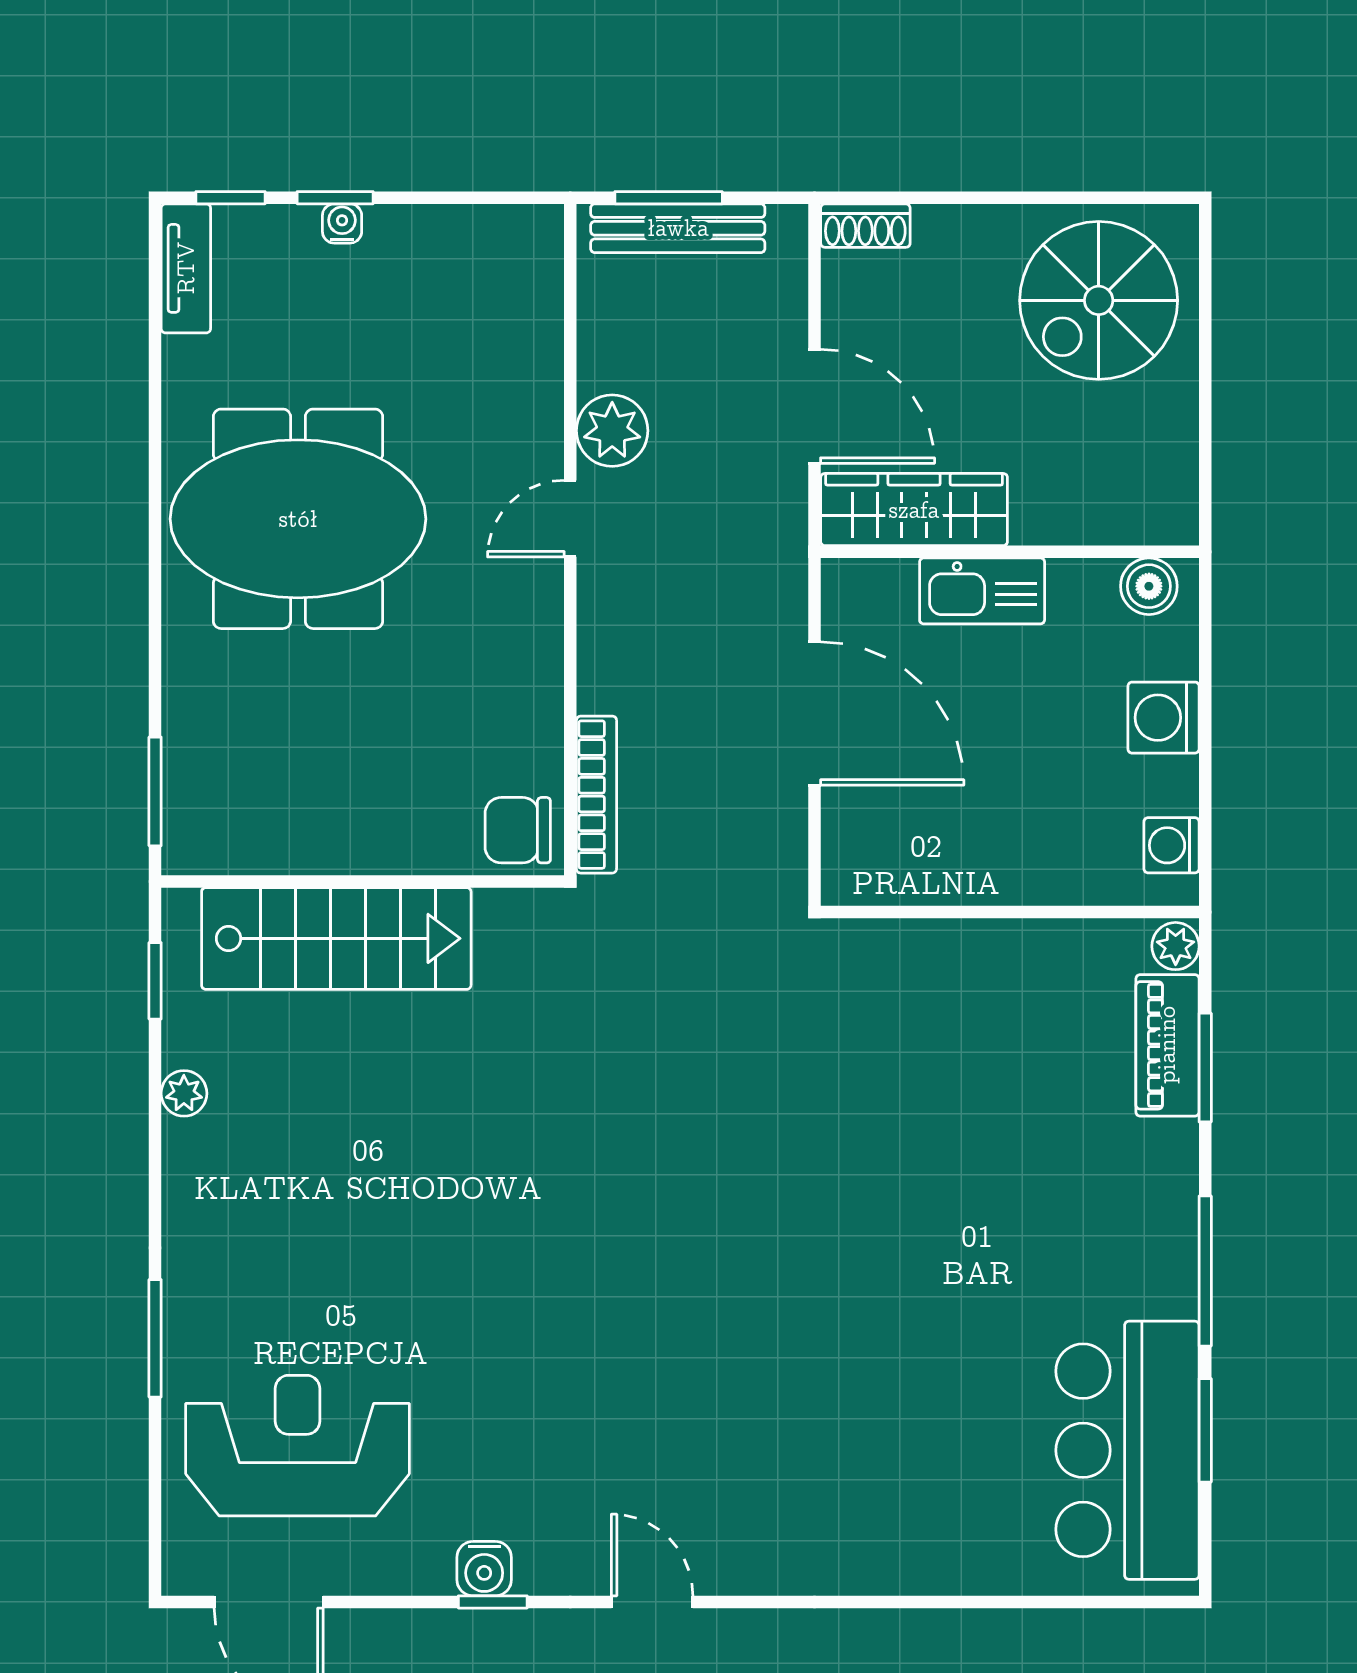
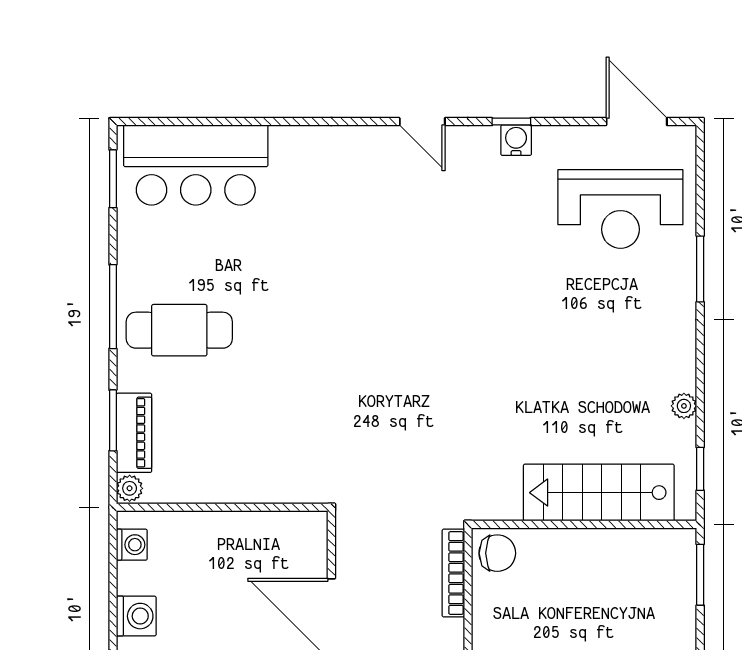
cafe table: (1087, 1229) -> (179, 330), added
window: (1205, 1430) -> (113, 179), moved
bar counter: (1127, 1450) -> (196, 165), moved, turned 90

